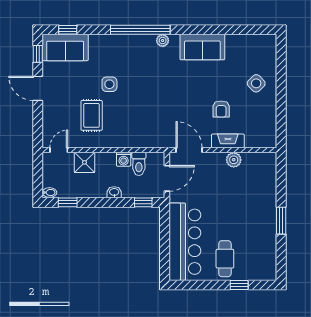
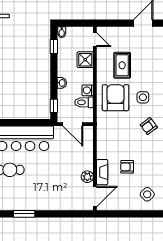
armchair: (169, 81) -> (149, 126), added
side table: (109, 84) -> (143, 97), moved
rug: (92, 115) -> (122, 65), turned 90
armchair: (133, 124) -> (115, 98), added
door: (189, 150) -> (95, 197), moved
window: (281, 221) -> (24, 214), moved

